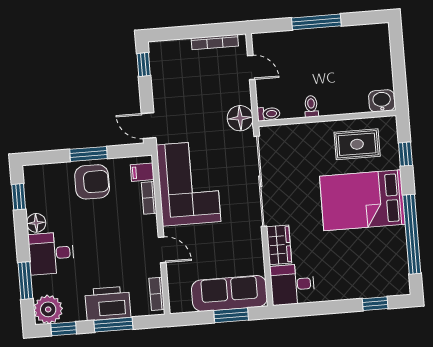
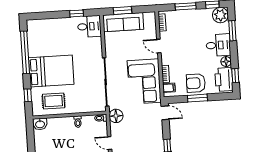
wardrobe: (279, 245) -> (96, 48), removed
printer: (108, 303) -> (224, 79), moved, turned 90
window: (375, 304) -> (77, 13), moved

